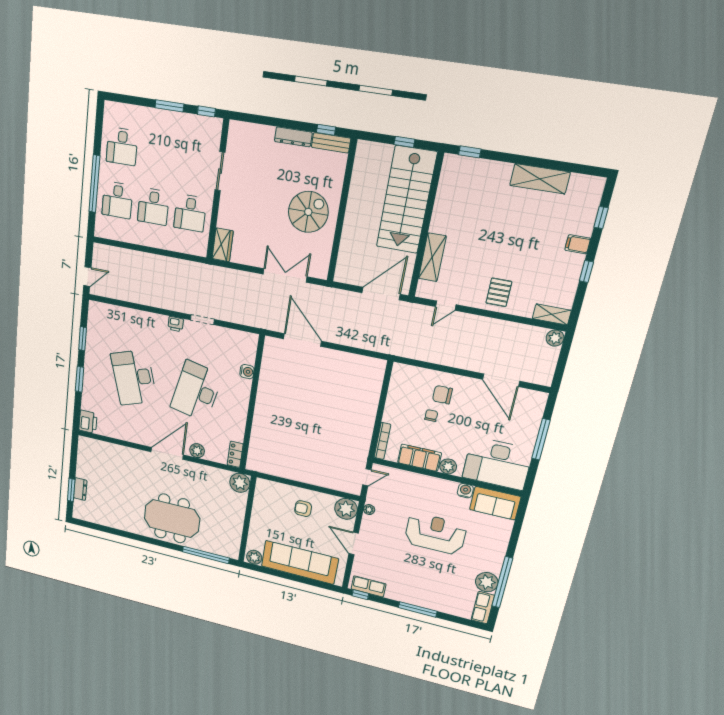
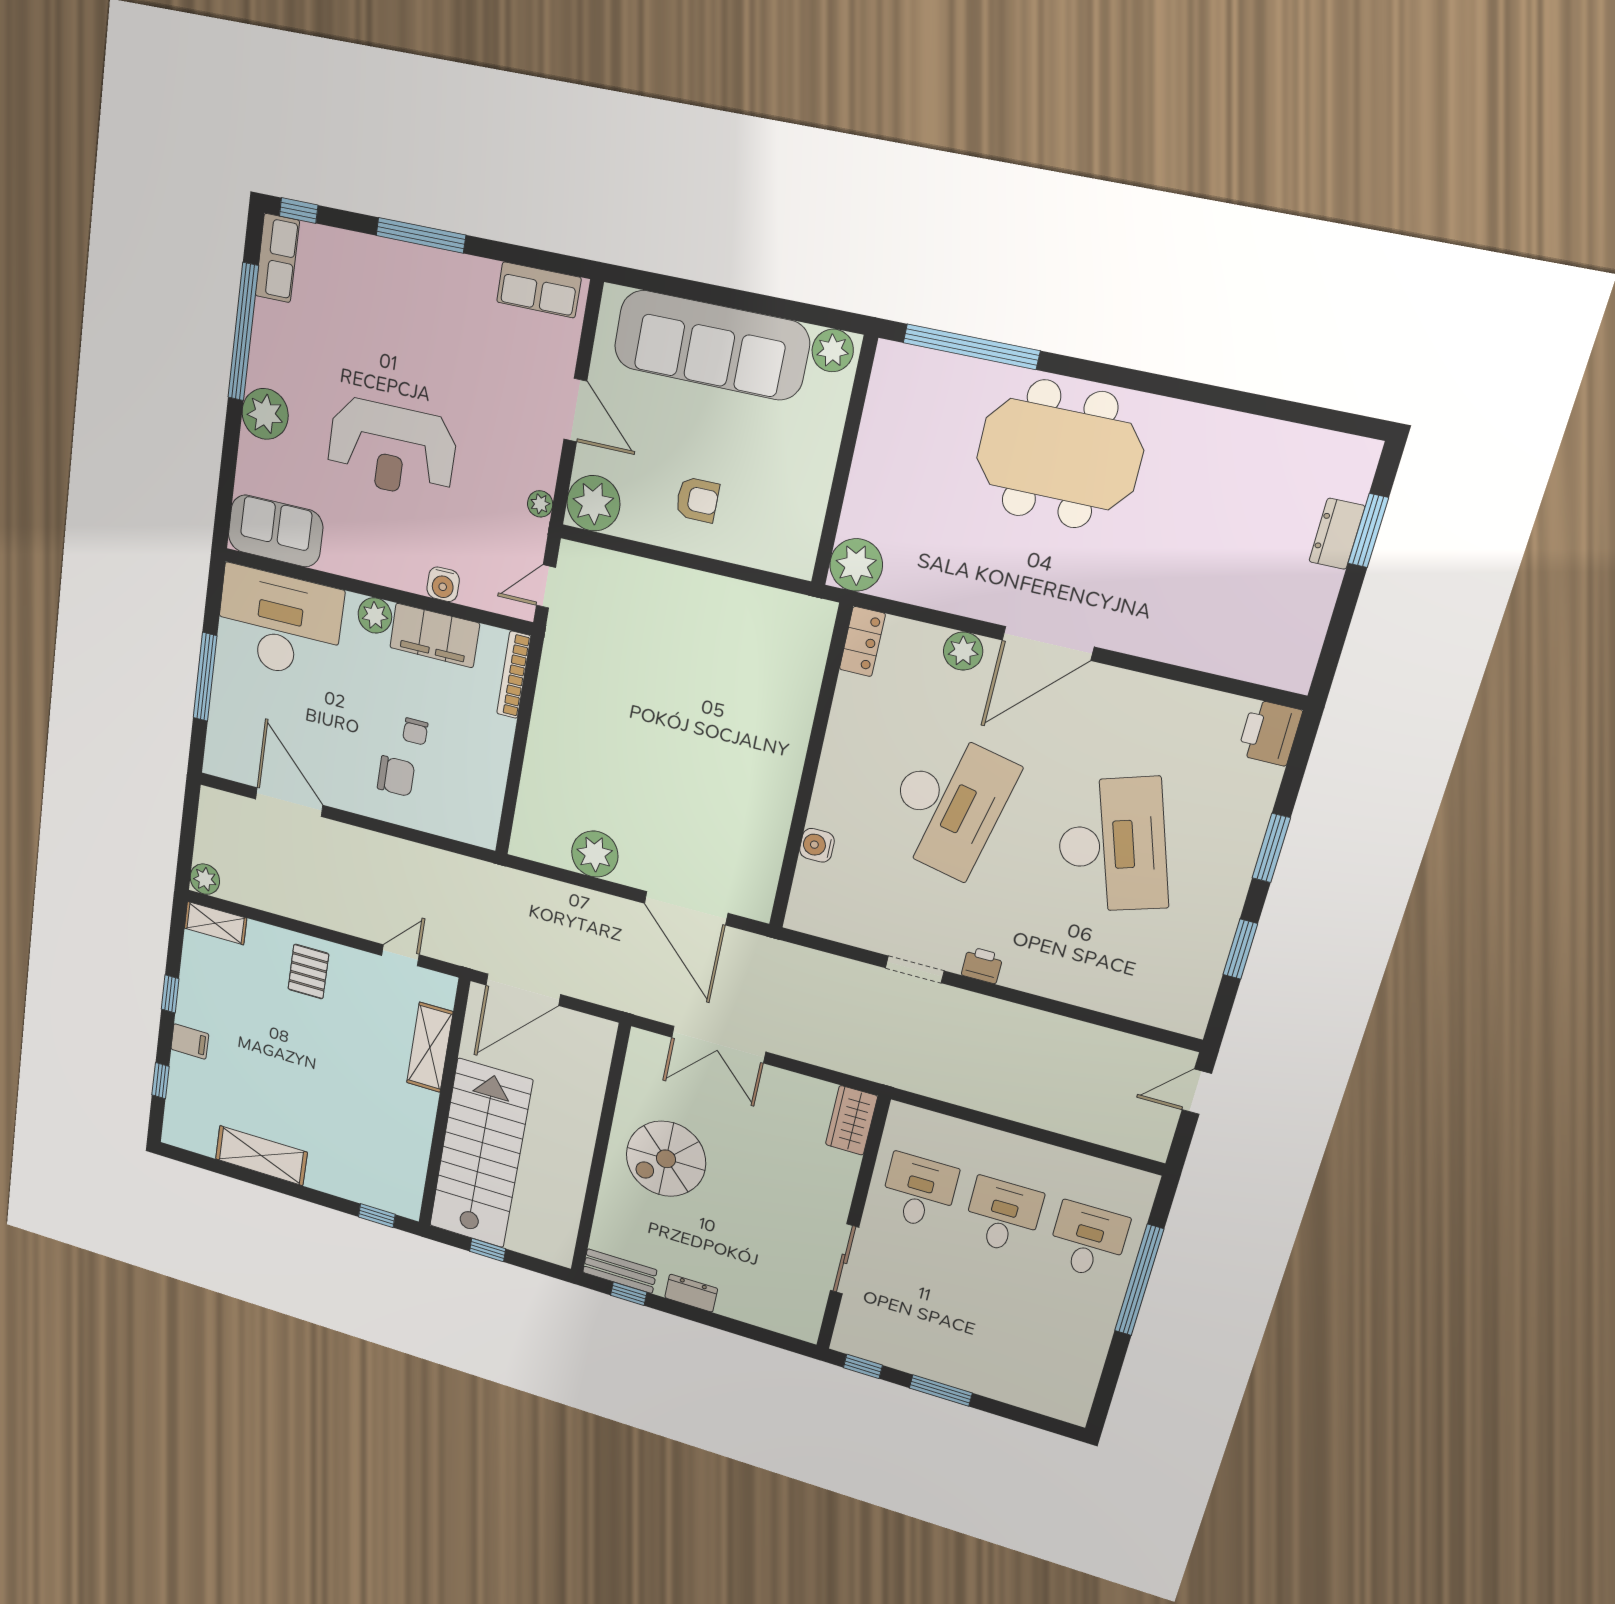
dresser: (293, 137) -> (691, 1293), width x0.70
desk: (122, 146) -> (1059, 1339), removed
plant: (345, 363) -> (595, 854), added
water cooler: (465, 491) -> (443, 584), moved
plant: (487, 582) -> (265, 414), moved
window: (360, 595) -> (299, 210), moved

